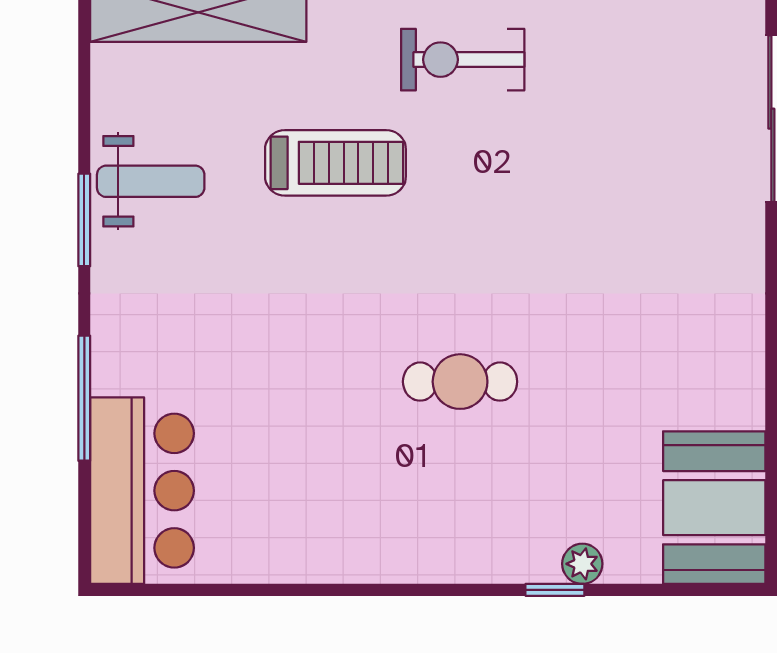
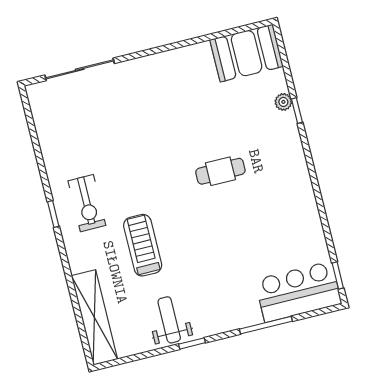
window: (84, 220) -> (192, 343), width x0.67
cafe table: (460, 382) -> (220, 171), turned 90
window: (157, 590) -> (338, 276), added

